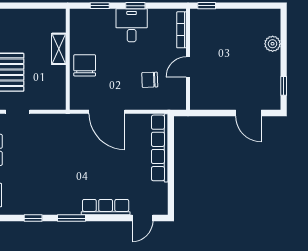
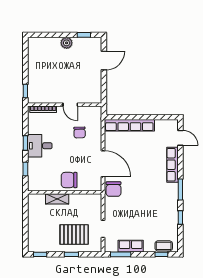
plant: (273, 44) -> (67, 43), moved
door: (107, 112) -> (103, 164), hinge flipped
chair: (72, 126) -> (114, 189), added

